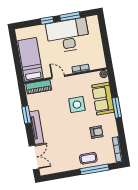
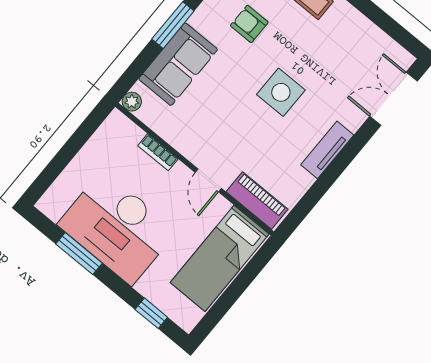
window: (47, 20) -> (151, 313), moved
side table: (77, 105) -> (281, 92), moved
window: (27, 115) -> (327, 179), removed
tv unit: (37, 127) -> (327, 150), width x0.71

